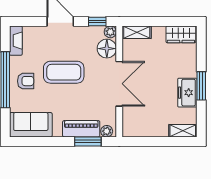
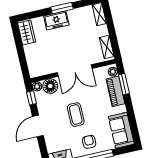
shelving: (137, 32) -> (107, 47), moved
coffee table: (64, 72) -> (76, 115), width x0.73, depth x0.76
double door: (119, 84) -> (75, 70), swing flipped
freezer: (187, 93) -> (56, 20), moved

